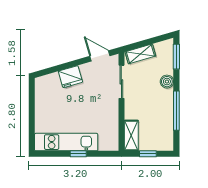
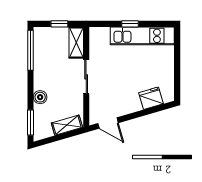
fridge: (70, 77) -> (151, 98), moved
sliding door: (121, 82) -> (86, 77), moved
window: (176, 111) -> (30, 50), moved

